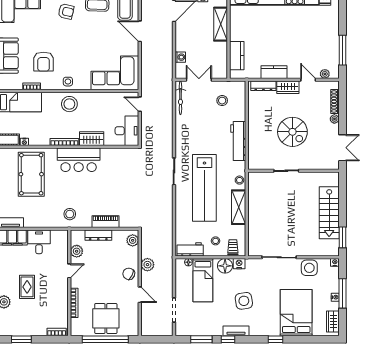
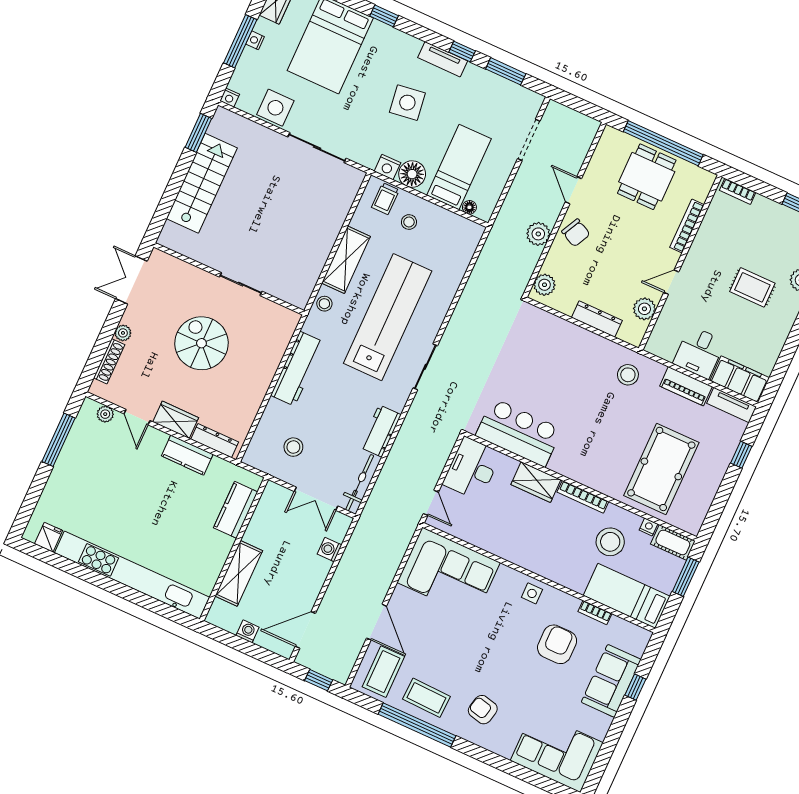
stool: (69, 104) -> (610, 542), moved
bar counter: (79, 160) -> (519, 432), moved
piano: (105, 222) -> (686, 386), moved
workbench: (190, 249) -> (380, 431), moved, turned 90
rug: (27, 287) -> (752, 287), turned 90

